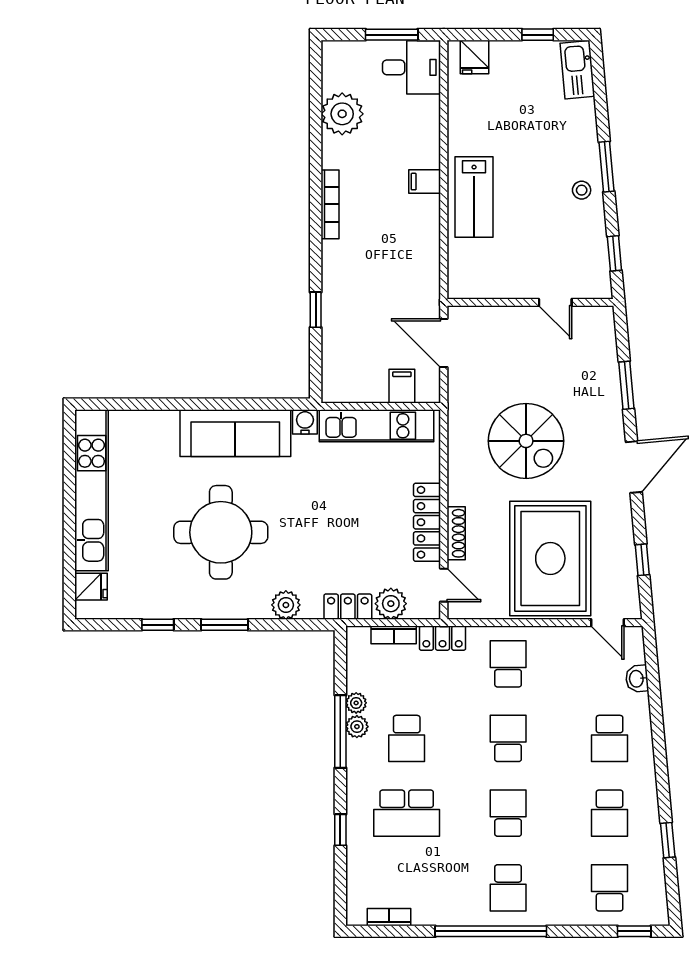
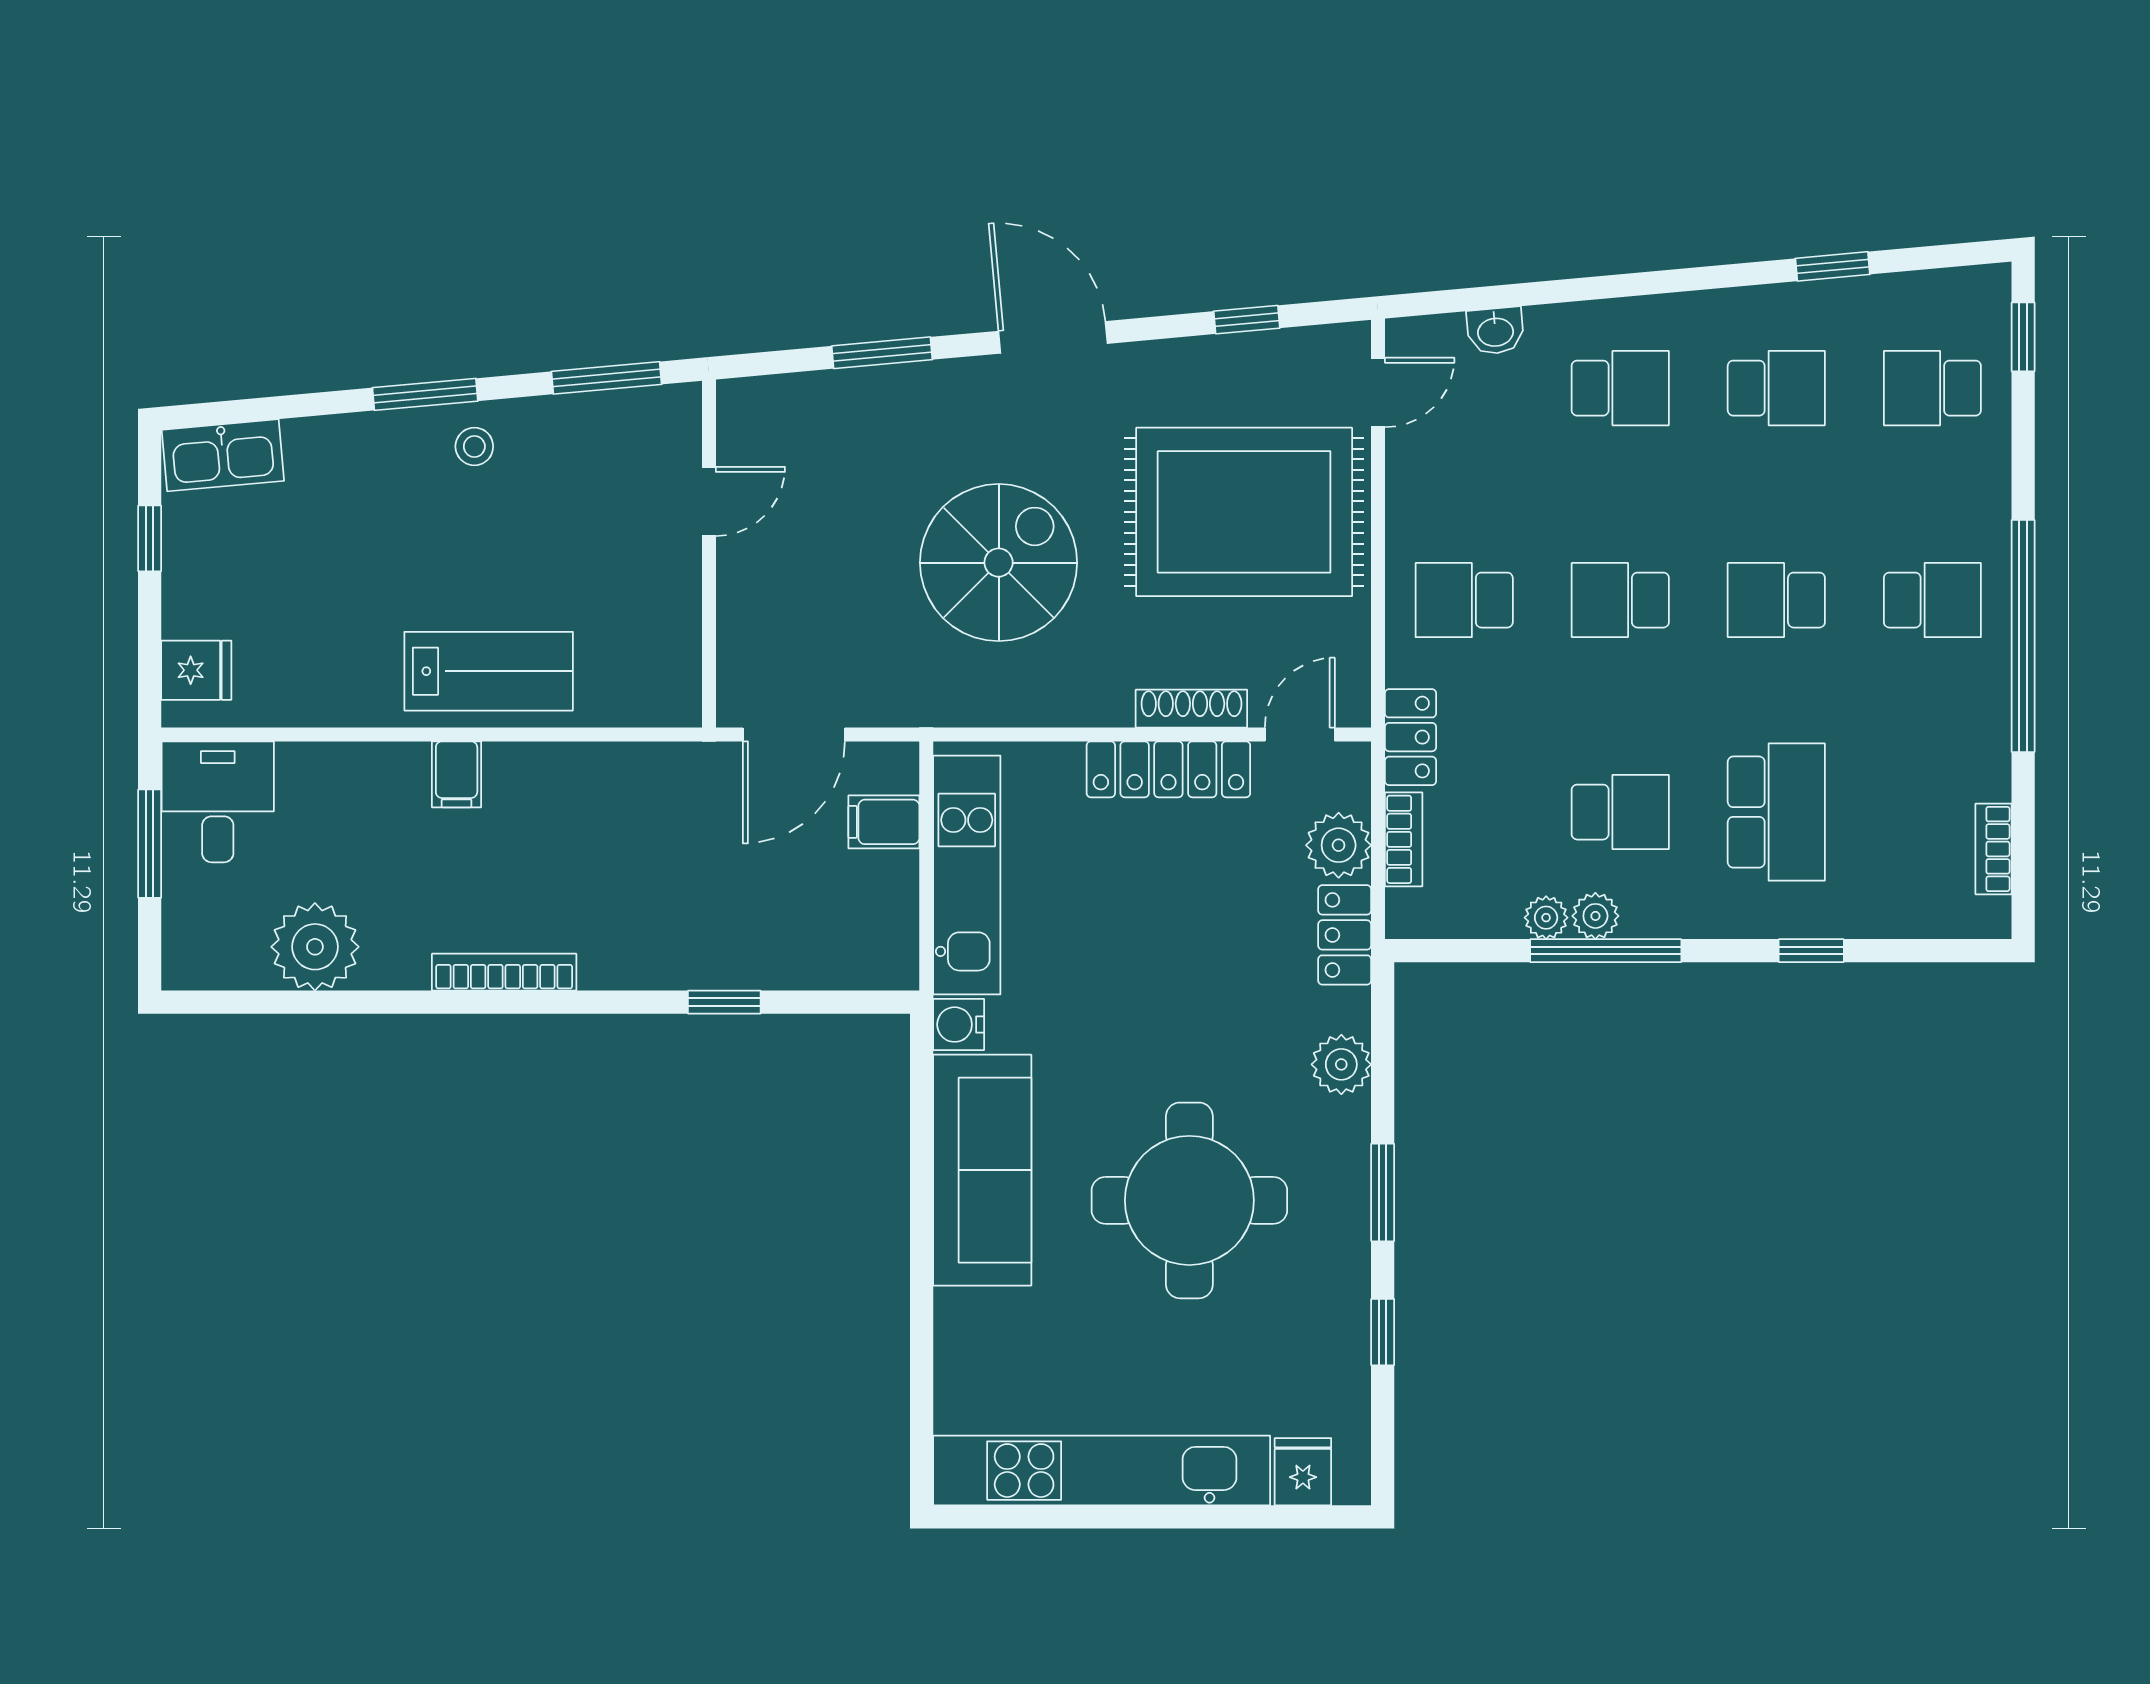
window: (614, 253) -> (607, 378), width x1.50

